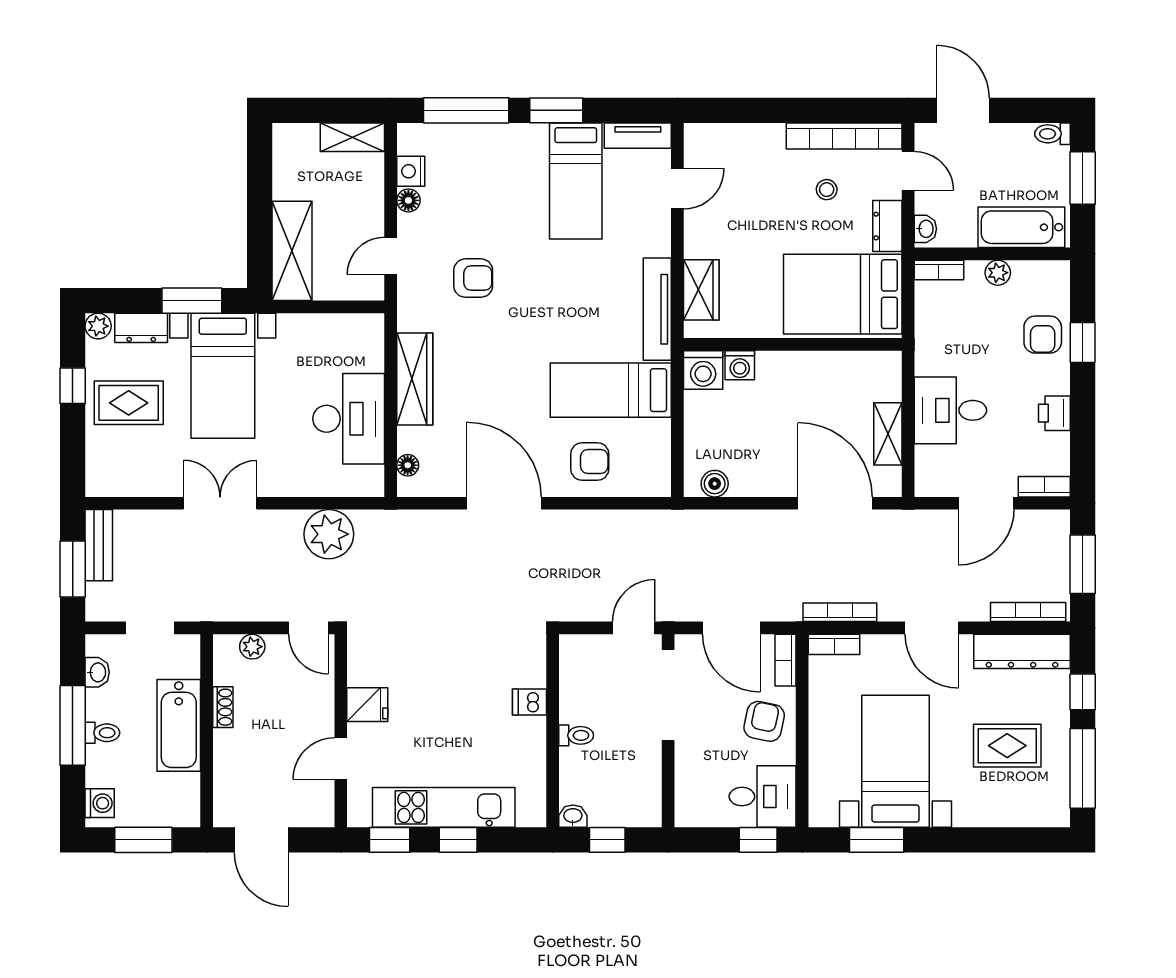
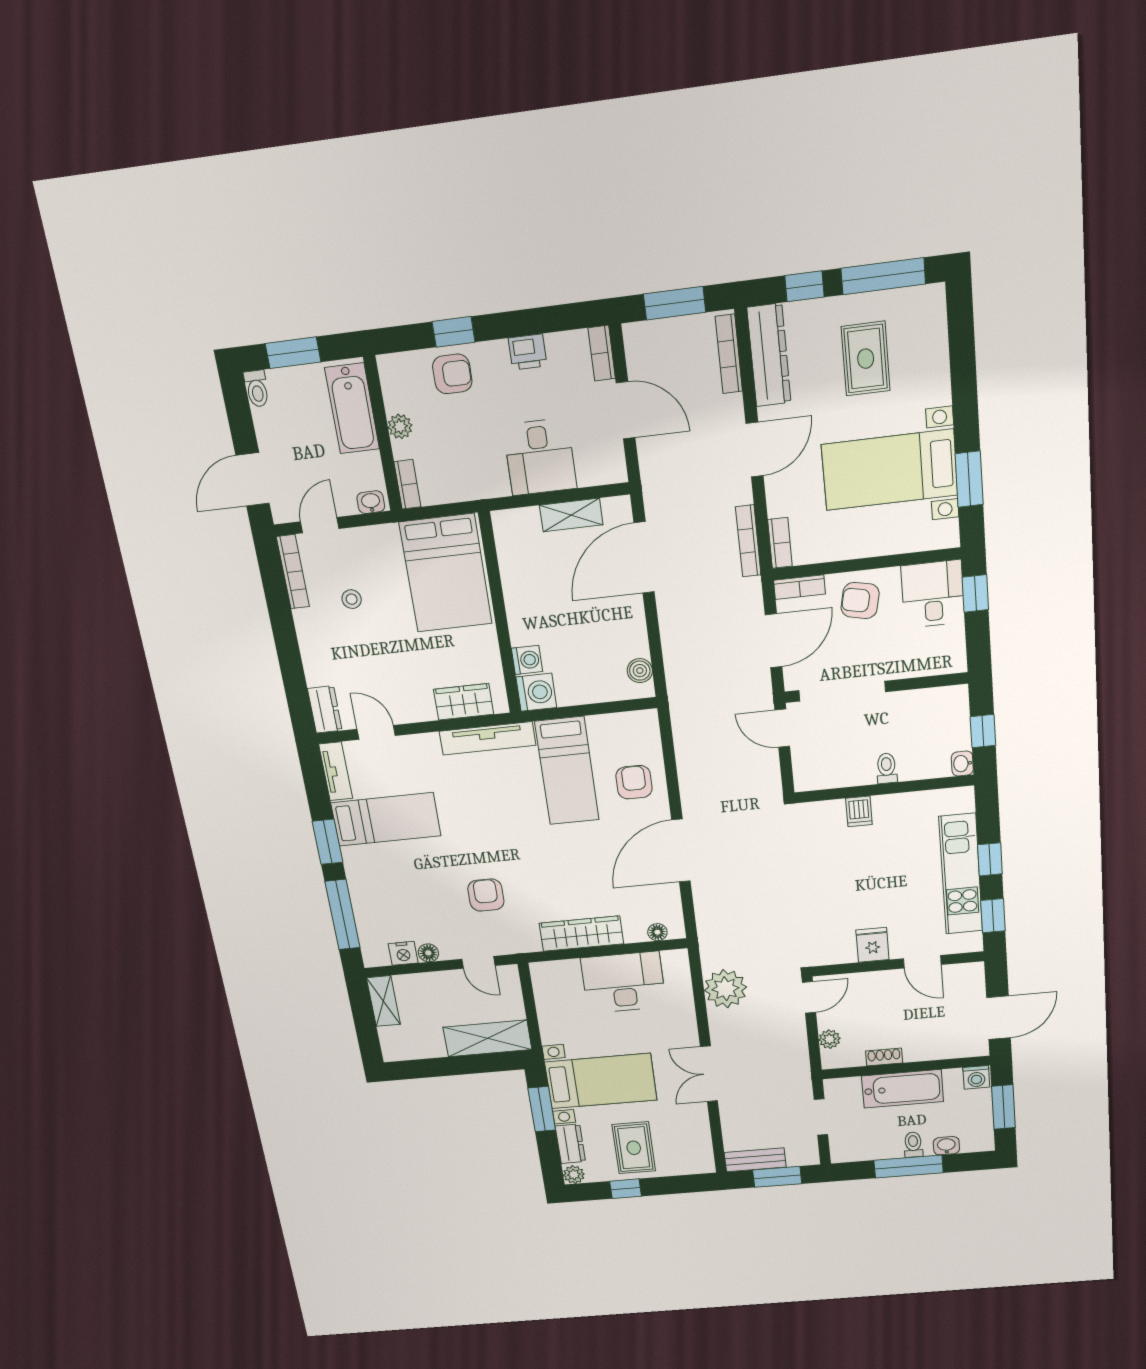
bookcase: (844, 136) -> (293, 572), width x0.68, depth x0.76
dresser: (887, 226) -> (325, 709), moved, turned -90
washbasin: (97, 672) -> (946, 1146), moved
washing machine: (100, 803) -> (976, 1077), moved, turned 180

